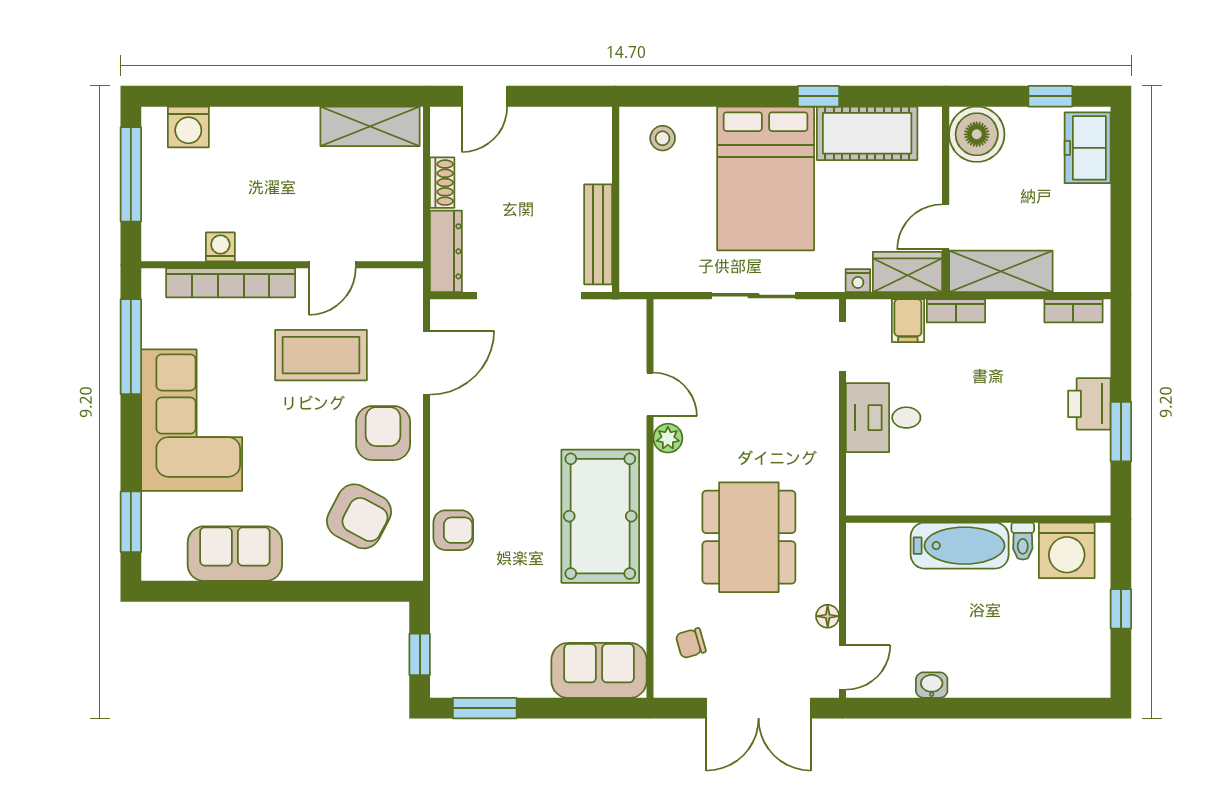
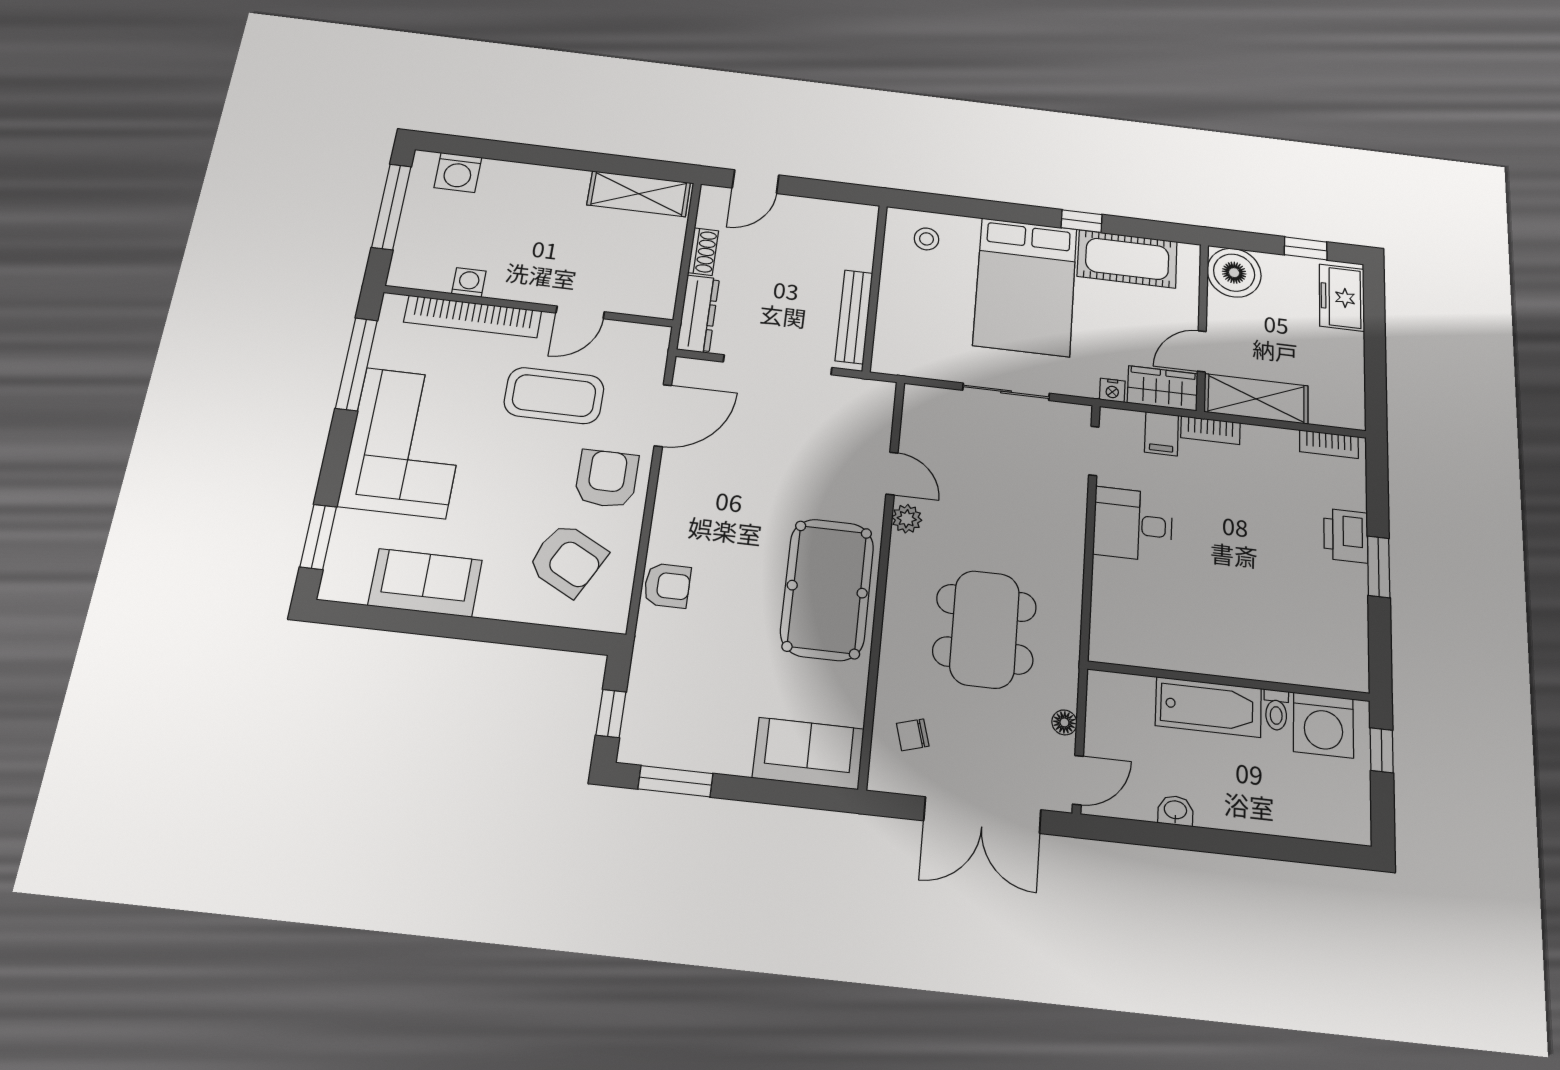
wall: (978, 519) -> (1229, 681), moved
toilet: (1023, 541) -> (1276, 710), moved
bathtub: (960, 546) -> (1208, 707), moved
washing machine: (1067, 550) -> (1323, 725), moved

